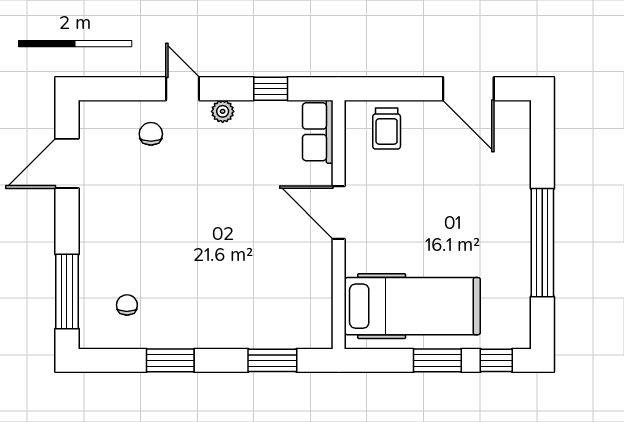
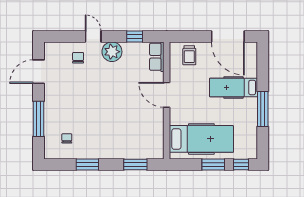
door: (468, 89) -> (228, 36), width x1.36
plant: (223, 111) -> (112, 52), width x1.88, depth x1.88
hospital bed: (480, 197) -> (234, 87), added
window: (542, 243) -> (263, 109), width x0.68
window: (67, 291) -> (39, 119), moved

